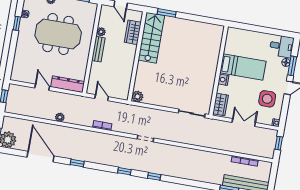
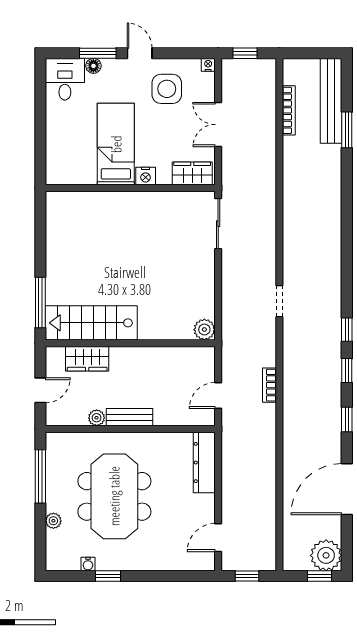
window: (167, 13) -> (40, 302), width x1.44
door: (42, 87) -> (218, 538), moved
plant: (60, 117) -> (268, 466), removed
window: (154, 176) -> (347, 370), moved

